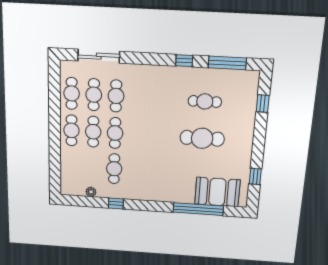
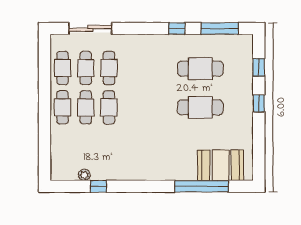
cafe table: (205, 101) -> (200, 69), width x1.37, depth x1.35
cafe table: (114, 169) -> (109, 147), removed
window: (255, 176) -> (259, 104), moved
window: (116, 203) -> (98, 186), moved

